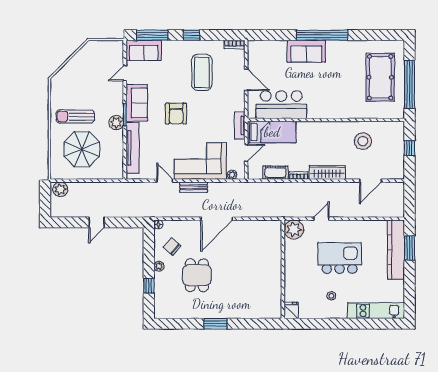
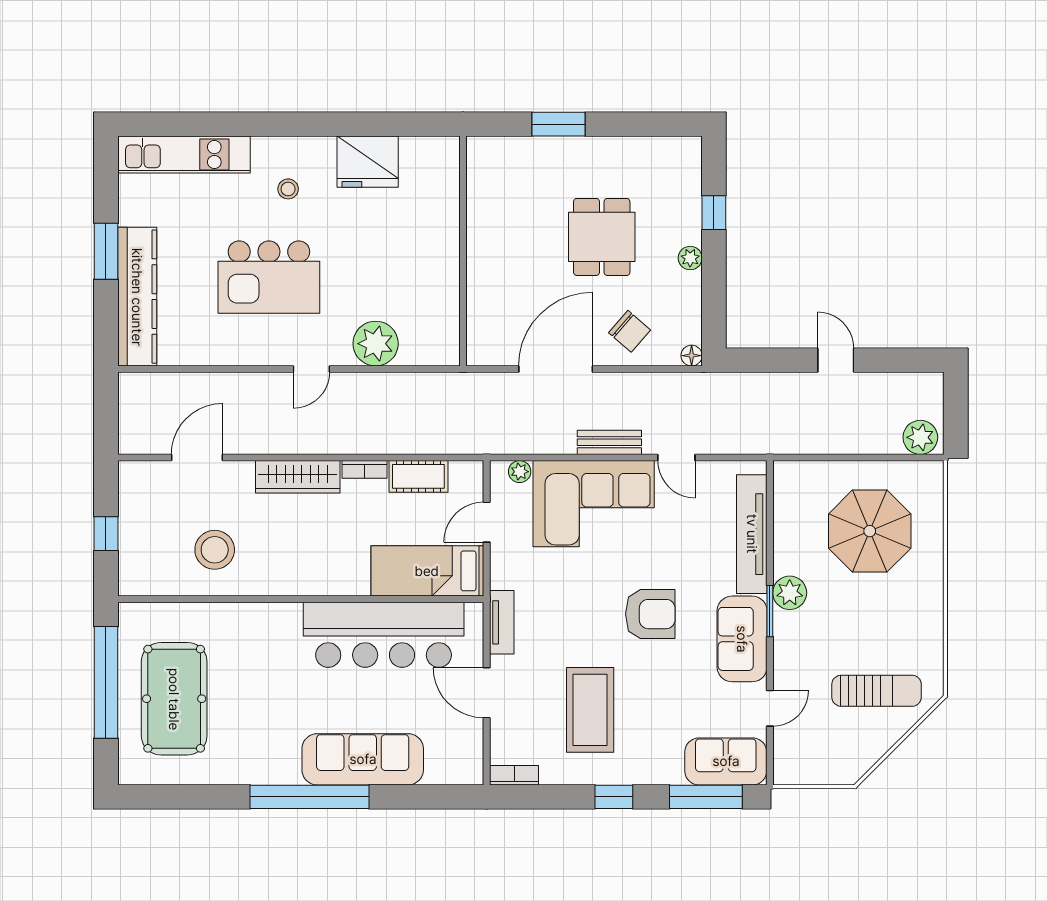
sofa: (306, 51) -> (363, 759), width x1.36
bar counter: (281, 105) -> (384, 635), width x1.36
armchair: (176, 114) -> (650, 614), turned 90
sun lounger: (75, 116) -> (877, 691), moved
tv unit: (240, 125) -> (502, 622), moved
door: (97, 222) -> (836, 360), hinge flipped
chair: (172, 247) -> (630, 331), moved
window: (409, 248) -> (106, 251), moved
wall: (283, 269) -> (463, 251), moved
fridge: (291, 310) -> (368, 162), width x1.88, depth x1.34

